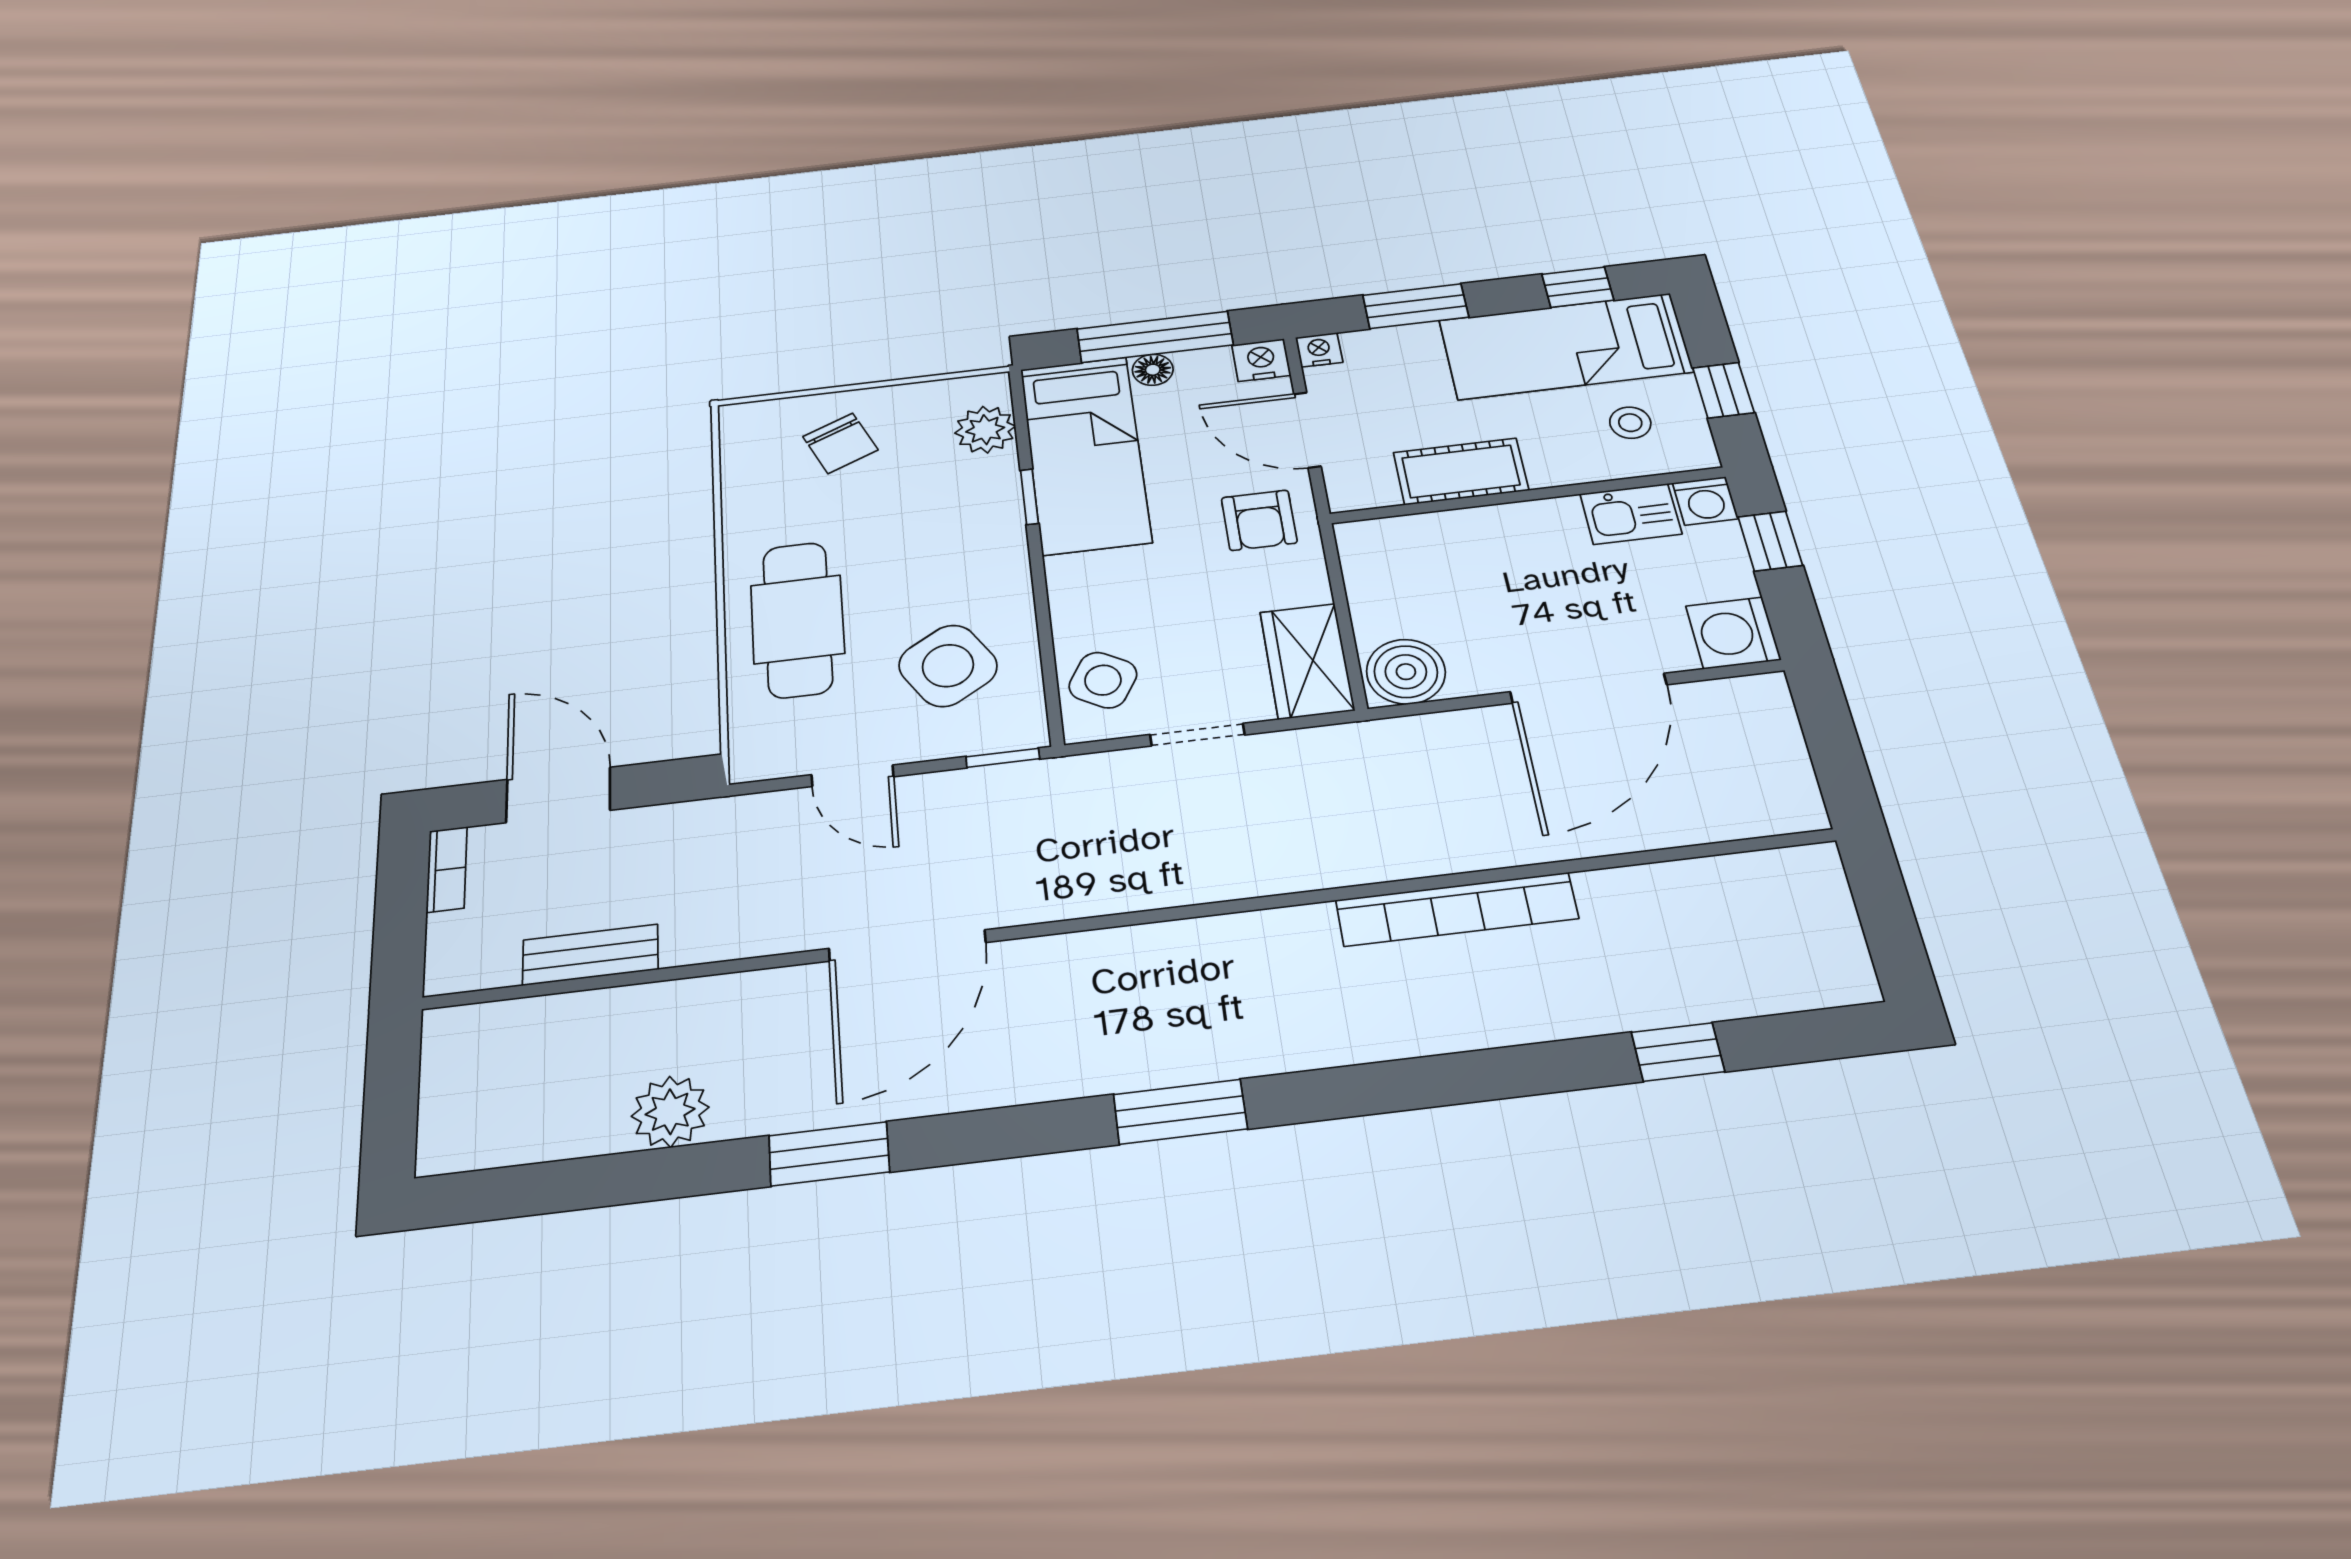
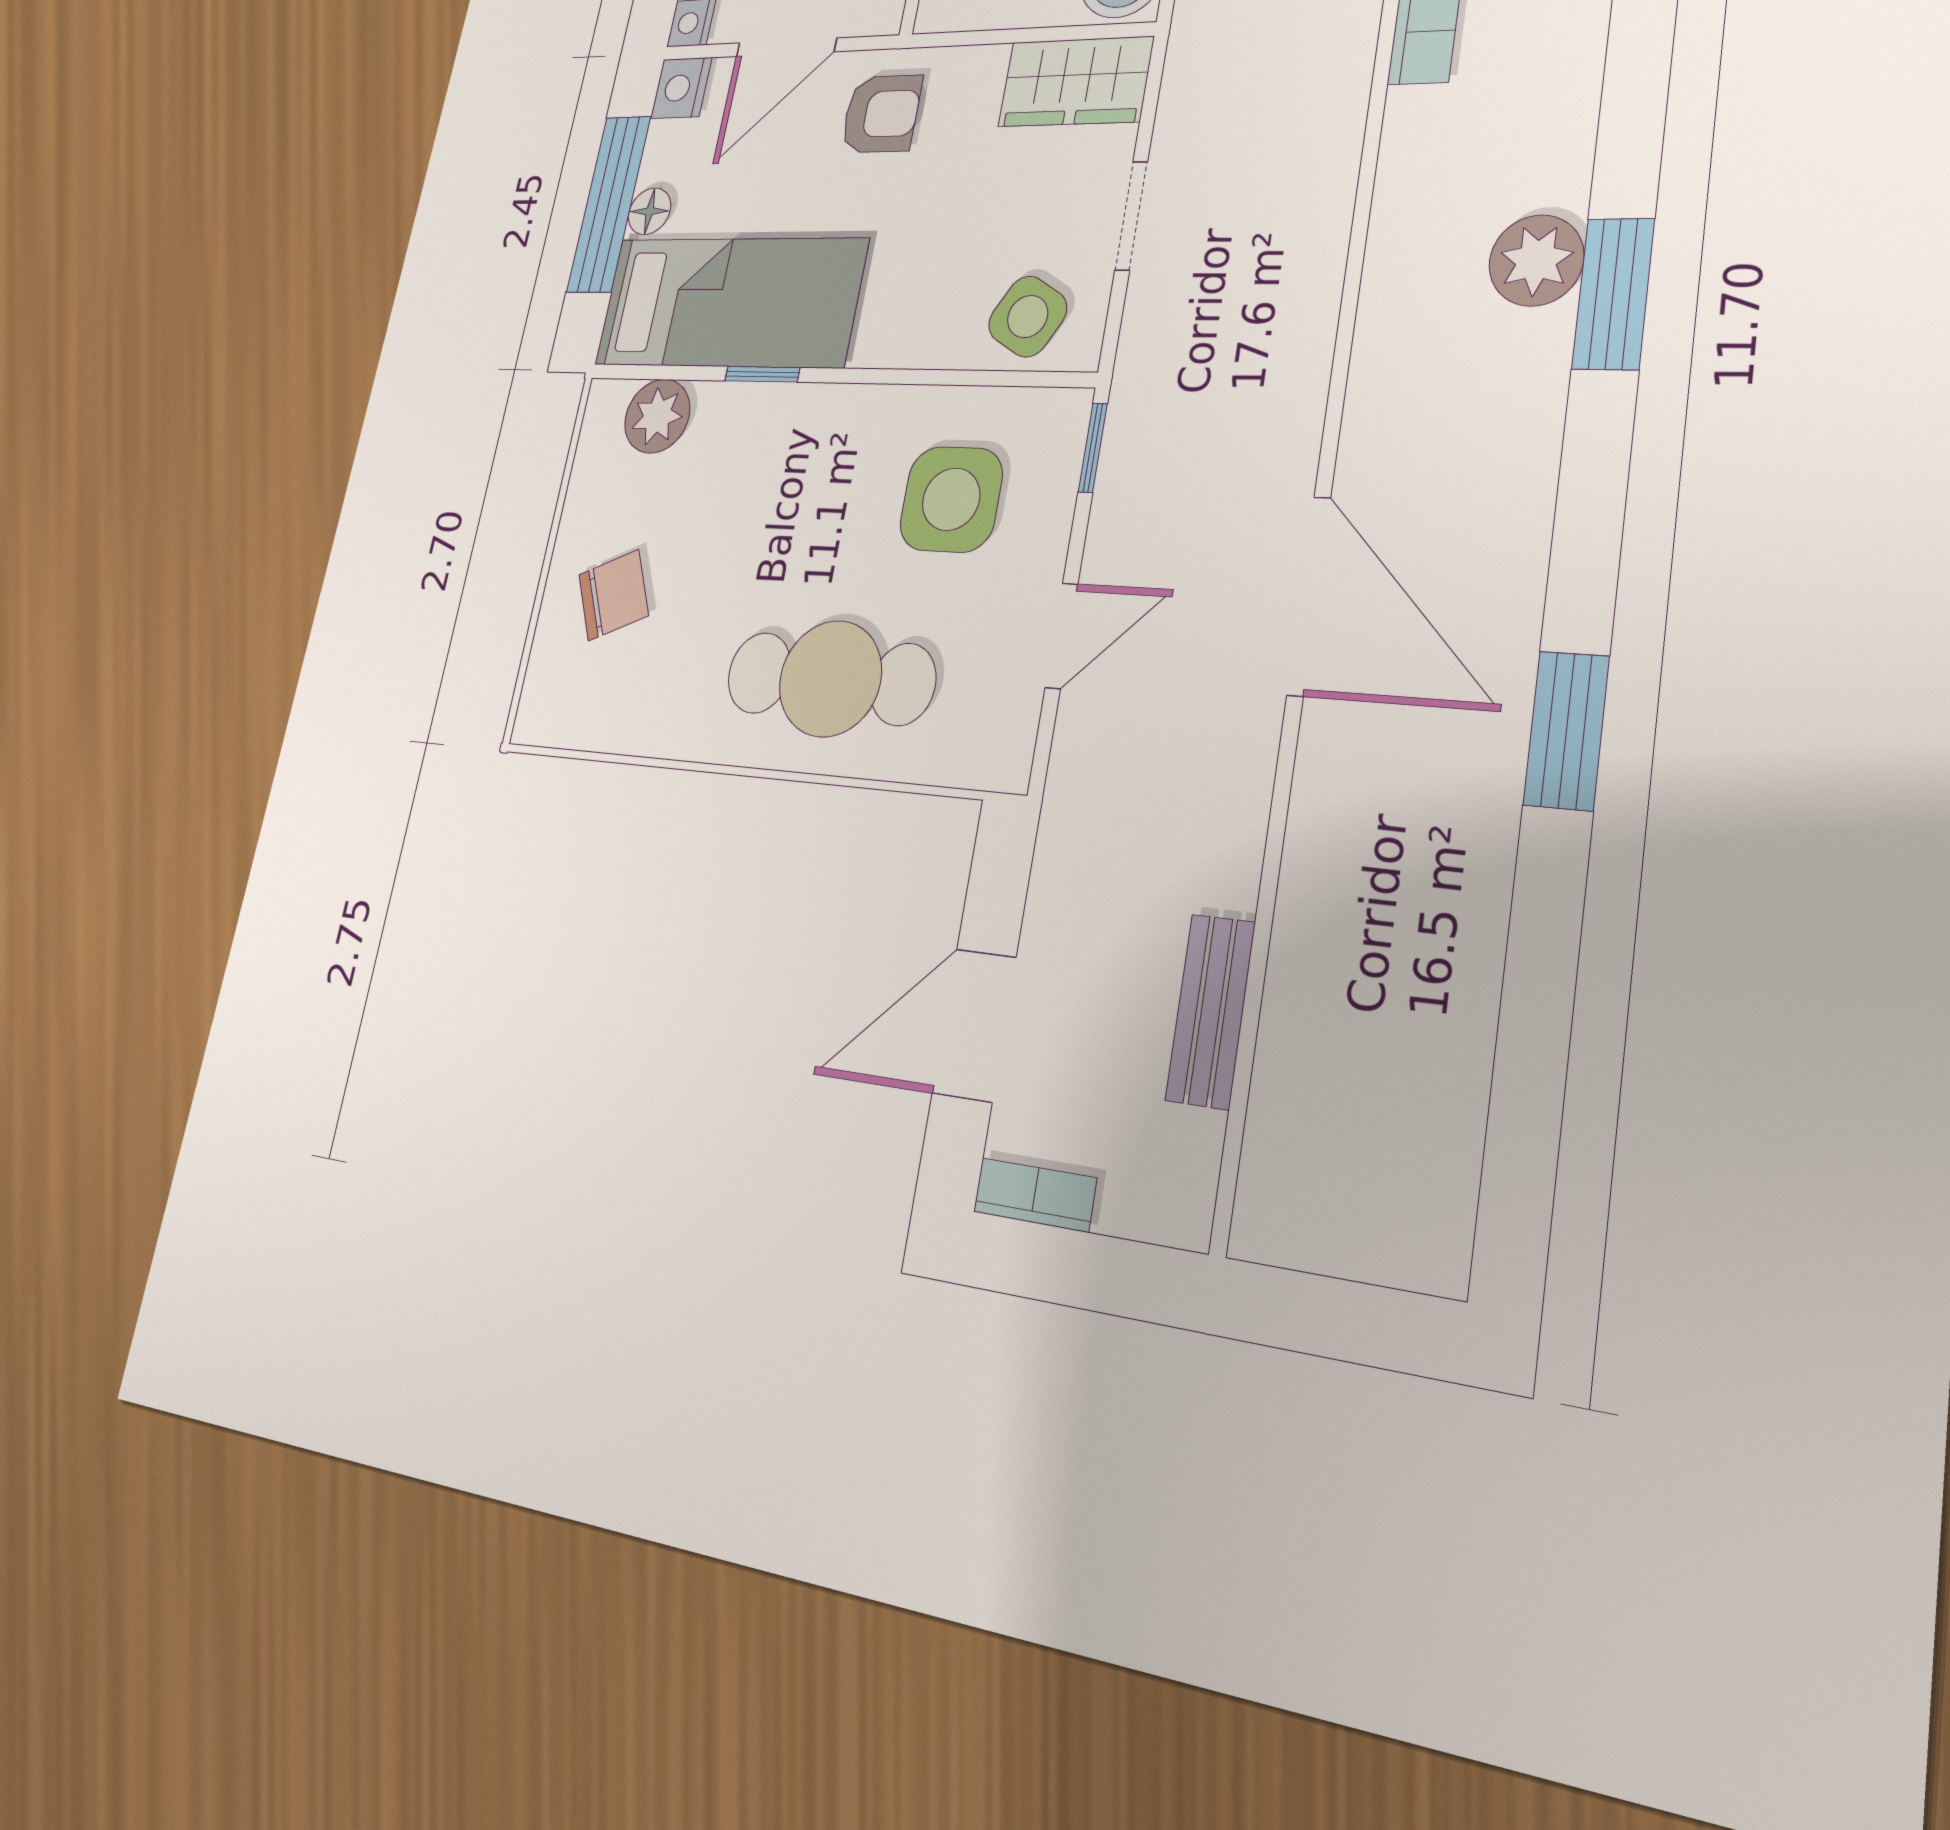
side table: (948, 666) -> (951, 499), turned 32
plant: (670, 1112) -> (1536, 260), moved

